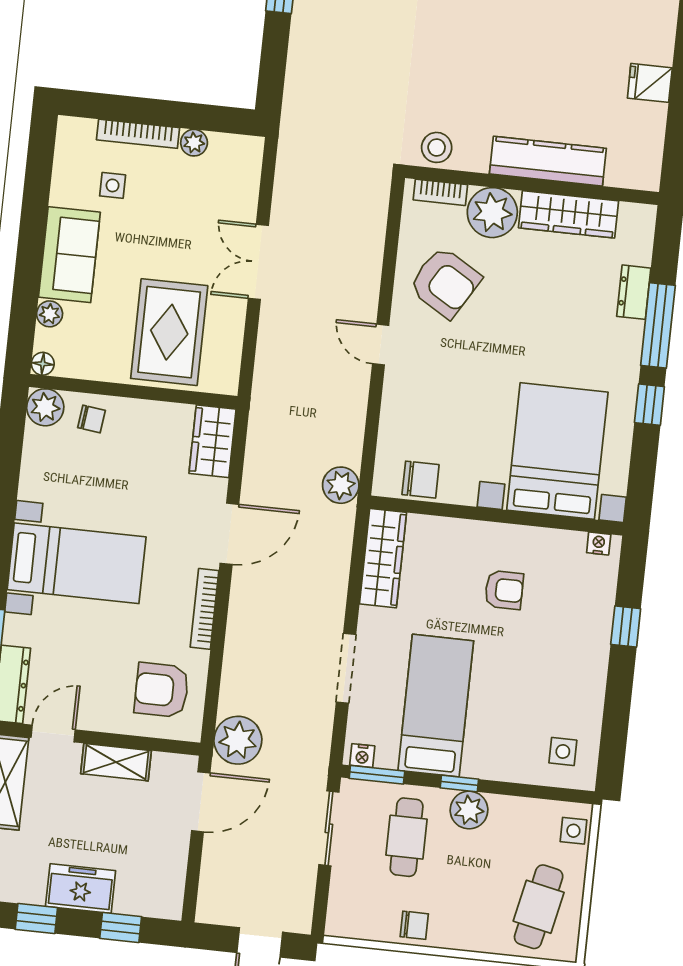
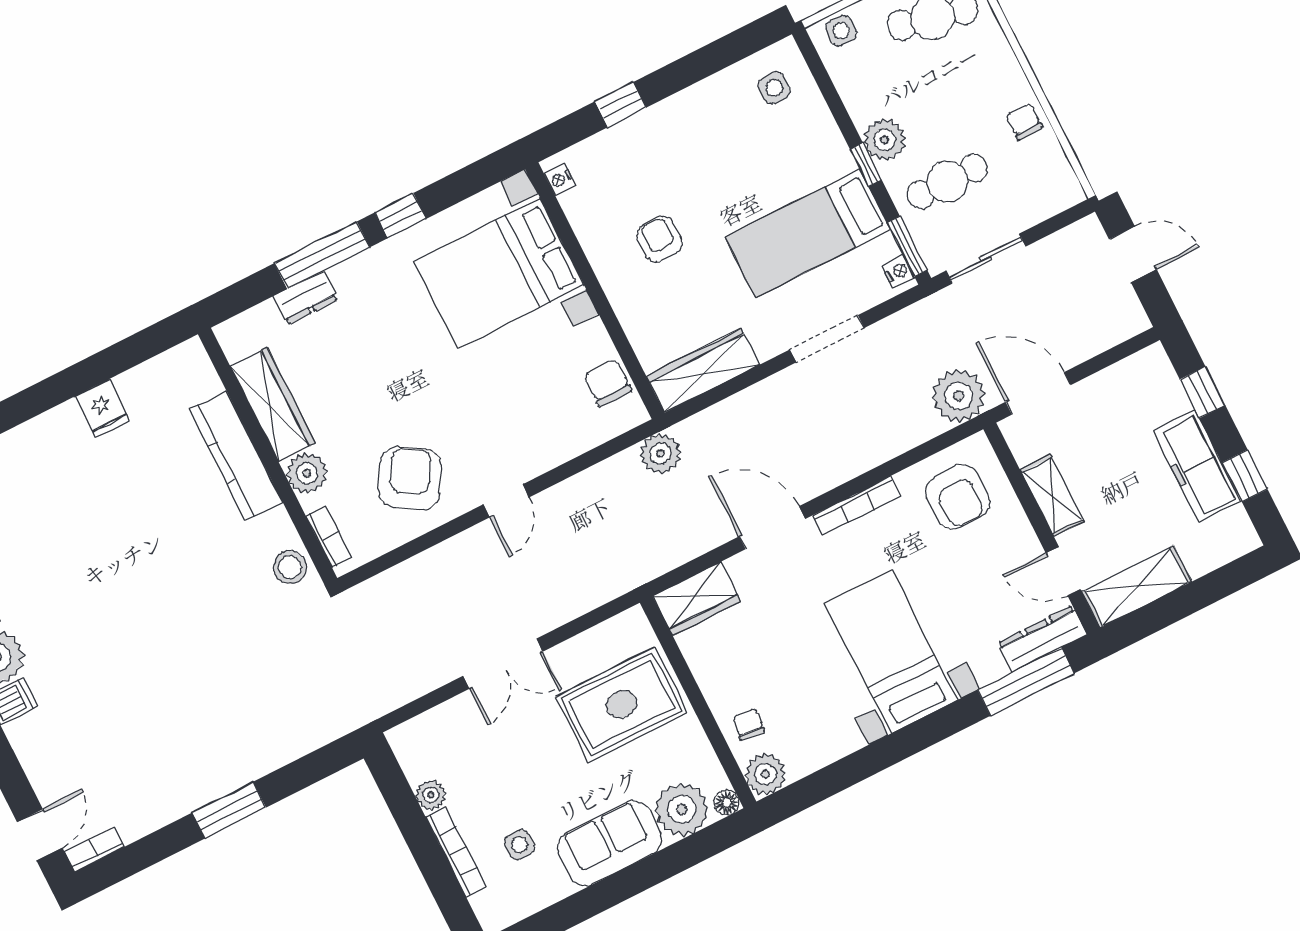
plant: (492, 213) -> (307, 473), width x0.73, depth x0.73
plant: (50, 314) -> (682, 809), width x1.88, depth x1.88
freezer: (81, 889) -> (1197, 466), width x1.40

